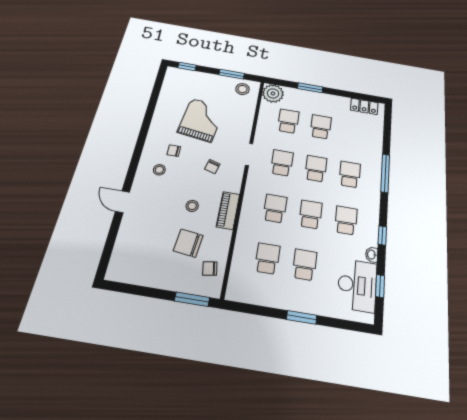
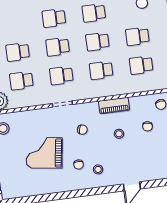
chair: (188, 243) -> (147, 126), width x0.54, depth x0.54

